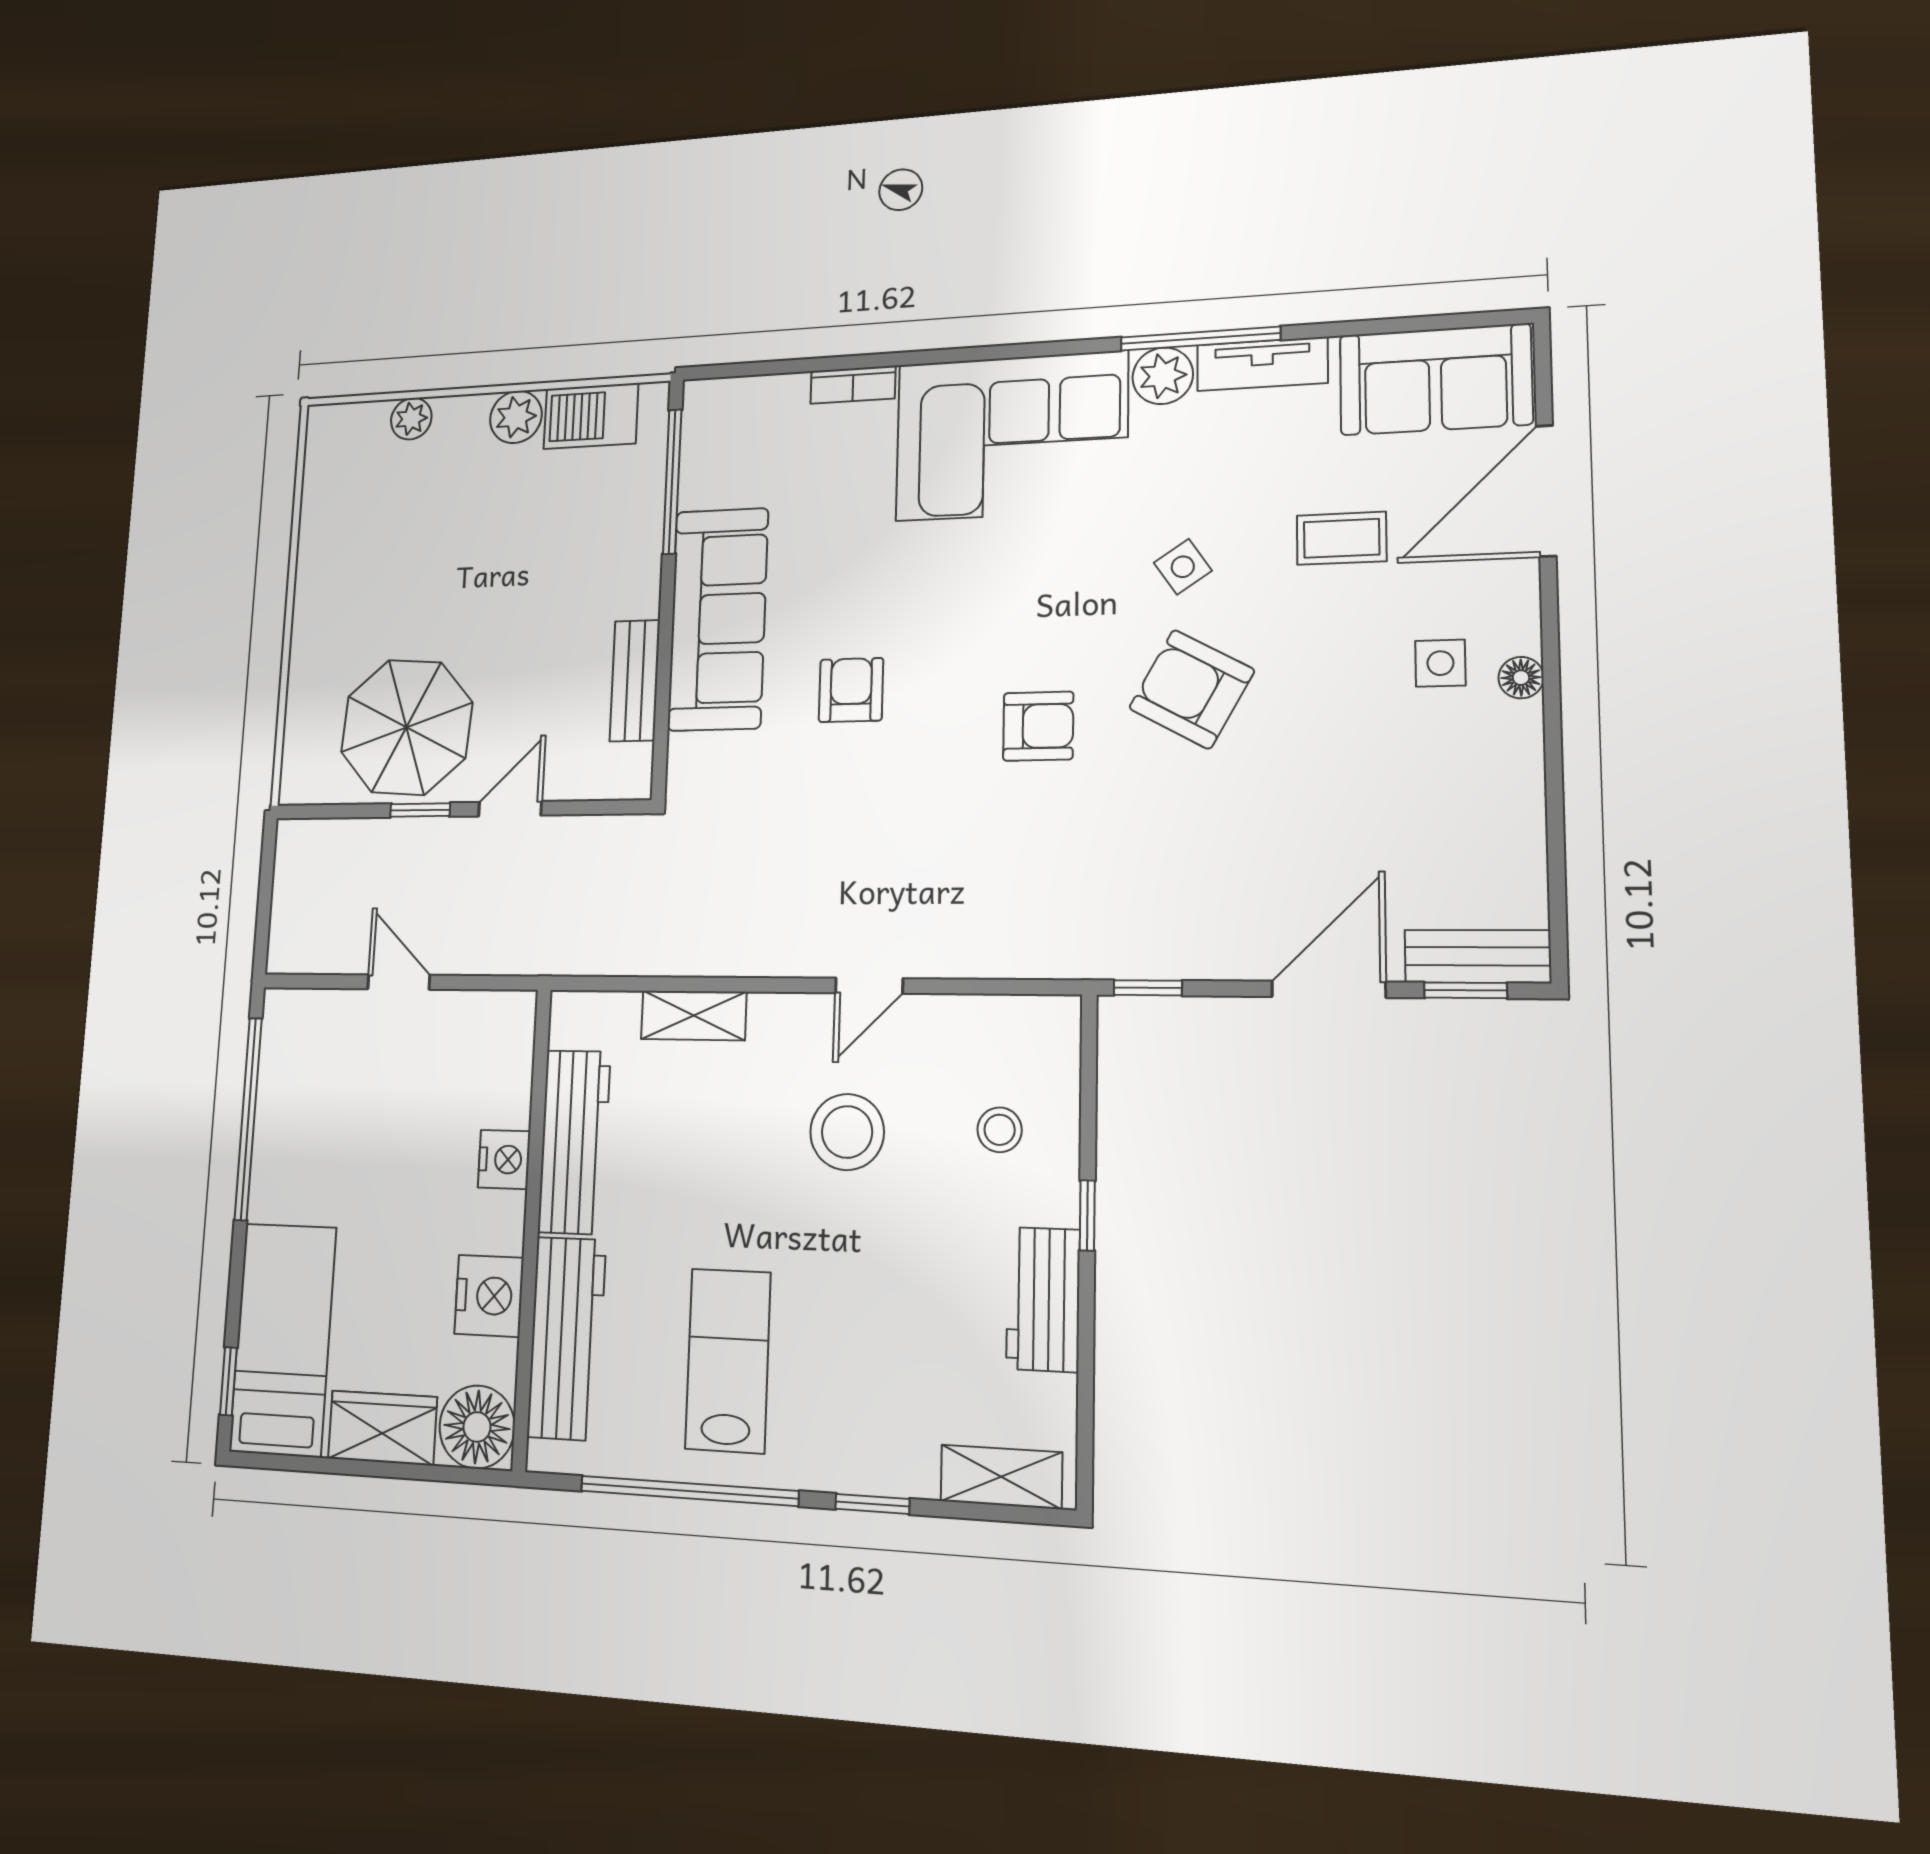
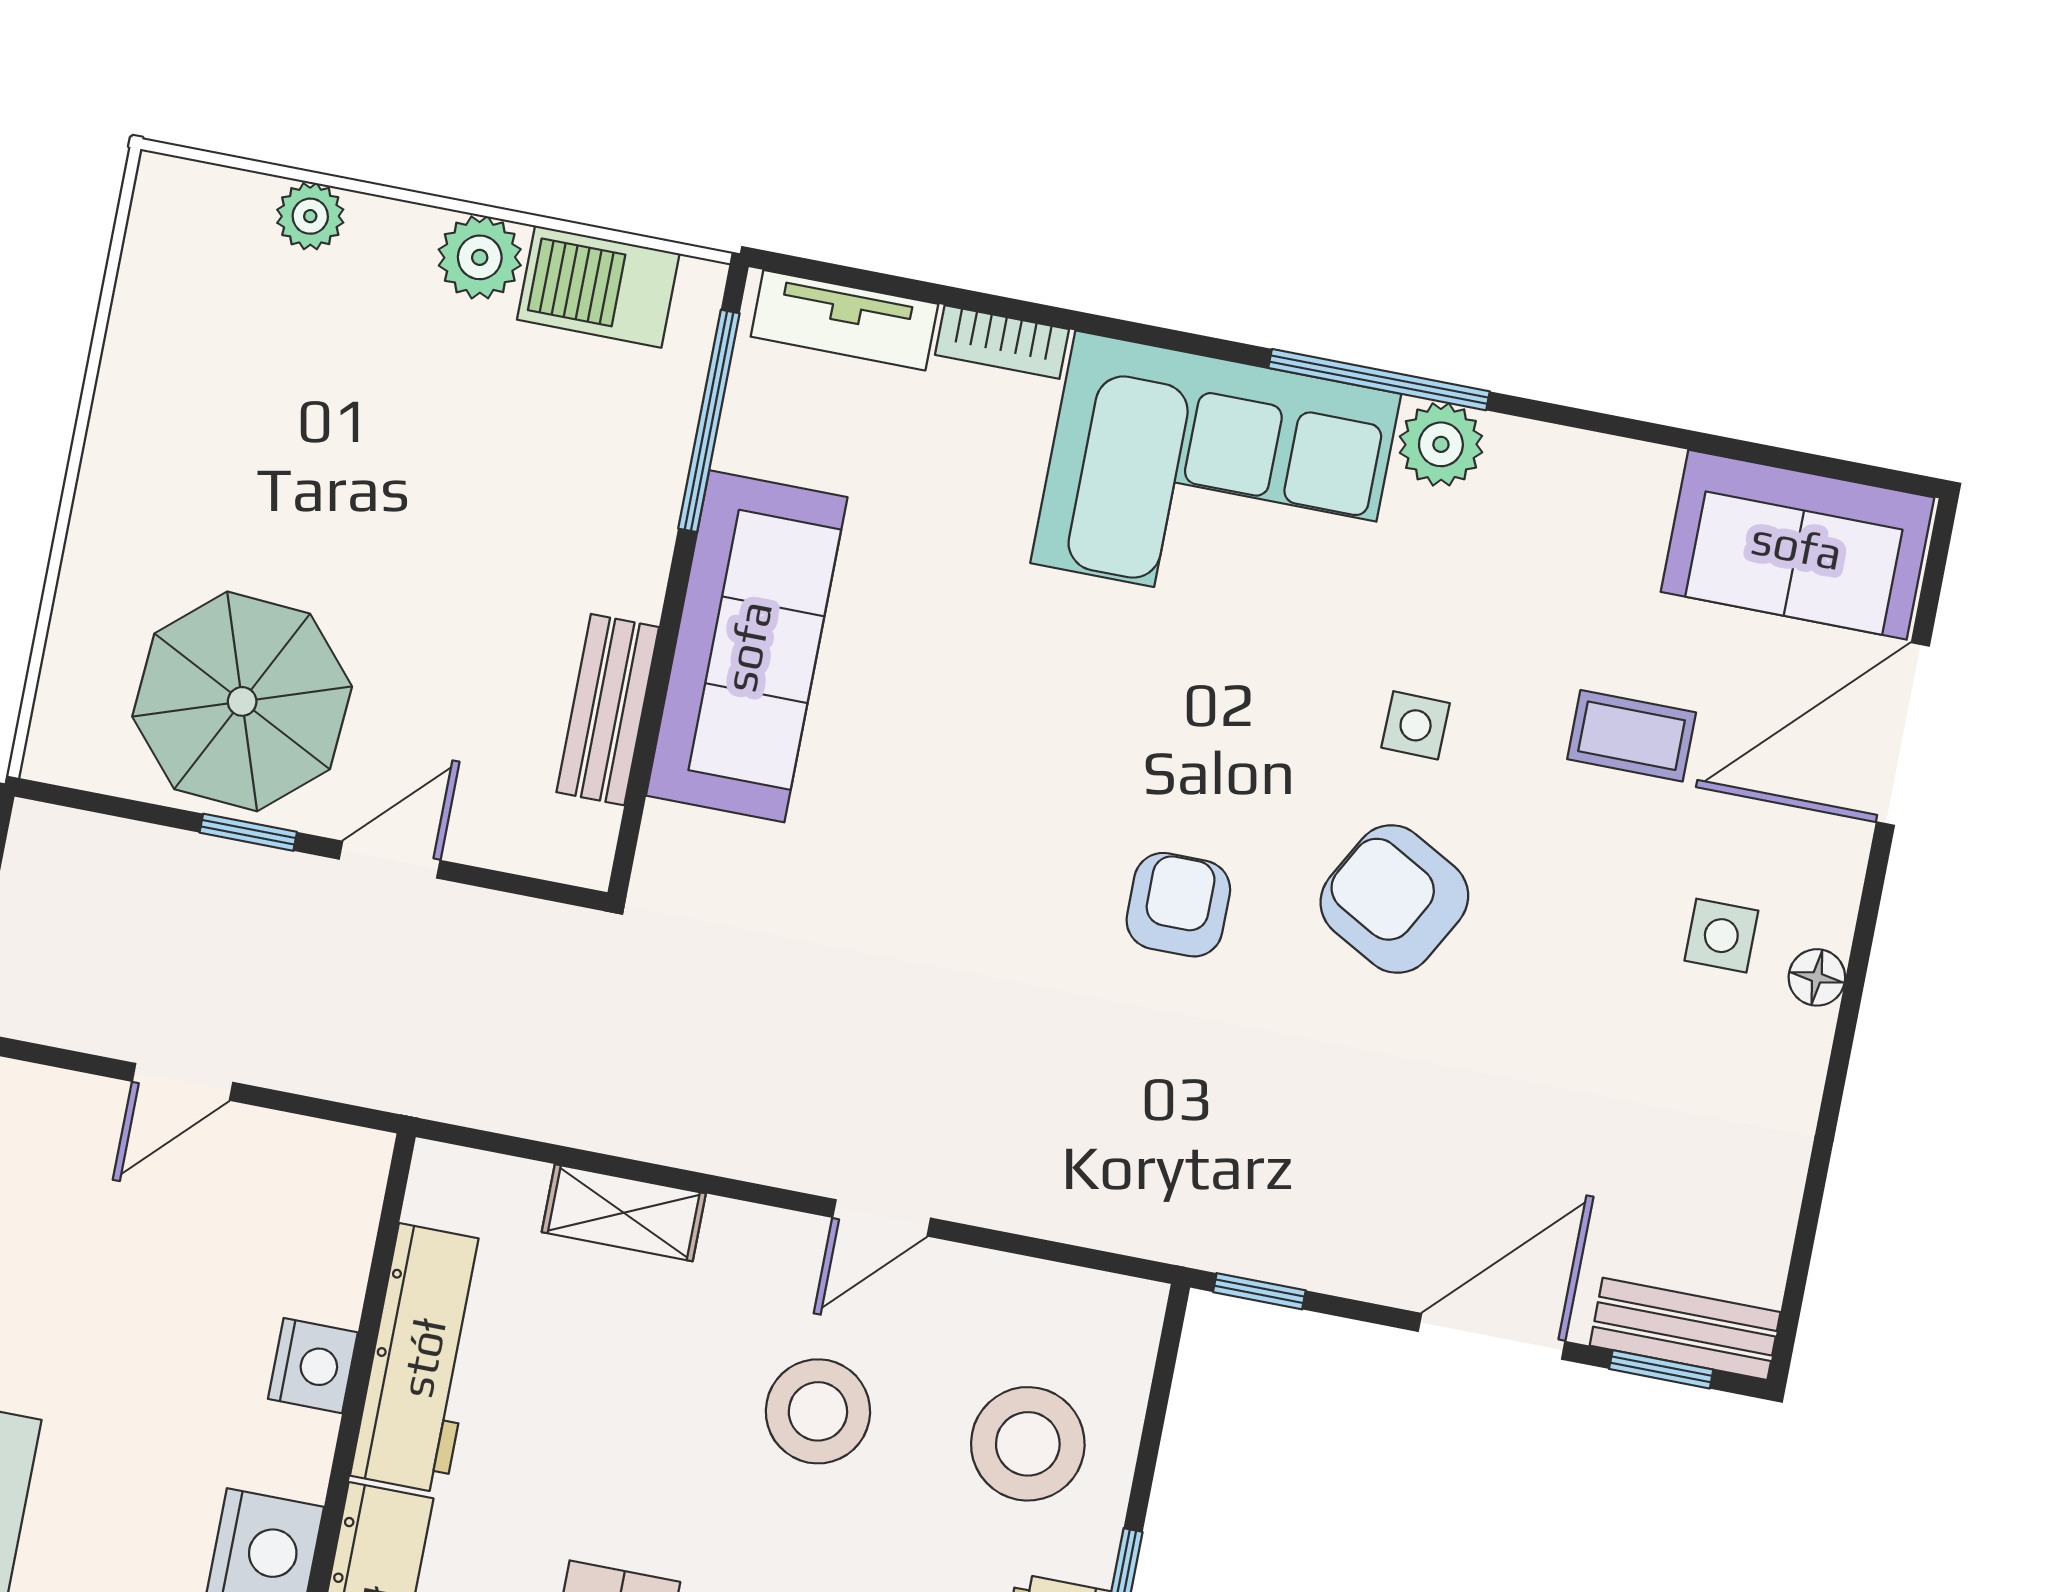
window: (1200, 339) -> (1379, 380), moved
tv unit: (1262, 364) -> (844, 320), moved
side table: (1183, 567) -> (1416, 725), turned 35
armchair: (851, 690) -> (925, 795), removed
armchair: (1038, 726) -> (1178, 905), turned -90
door: (399, 982) -> (183, 1082), swing flipped
stool: (1000, 1130) -> (1028, 1444), width x1.89, depth x1.89

